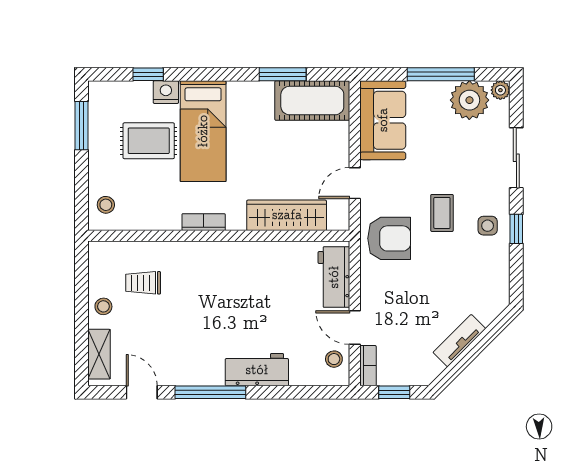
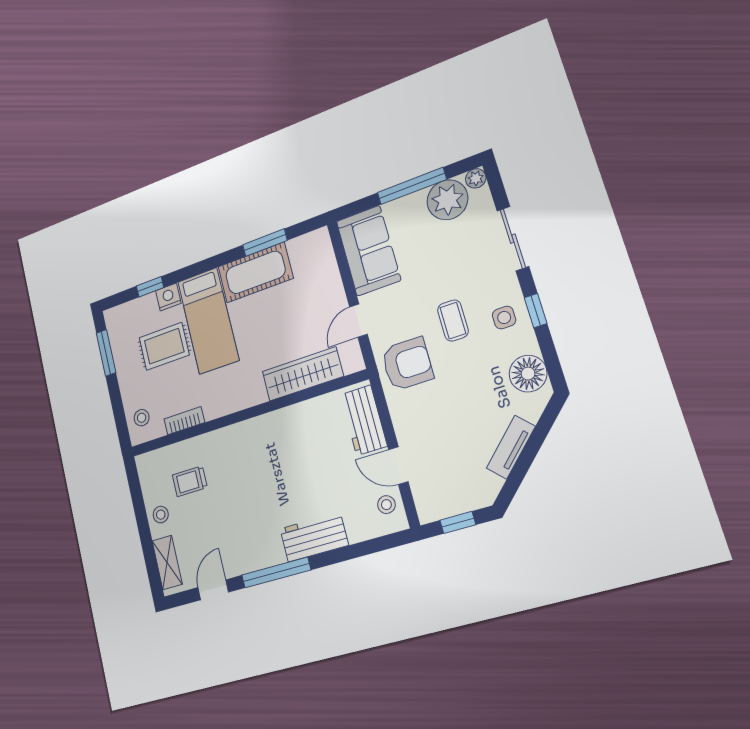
cot: (312, 101) -> (255, 272), moved
bookcase: (204, 222) -> (184, 421), moved
floor lamp: (493, 282) -> (528, 374), added
bookcase: (368, 366) -> (423, 502), removed
door: (142, 392) -> (213, 590), hinge flipped

